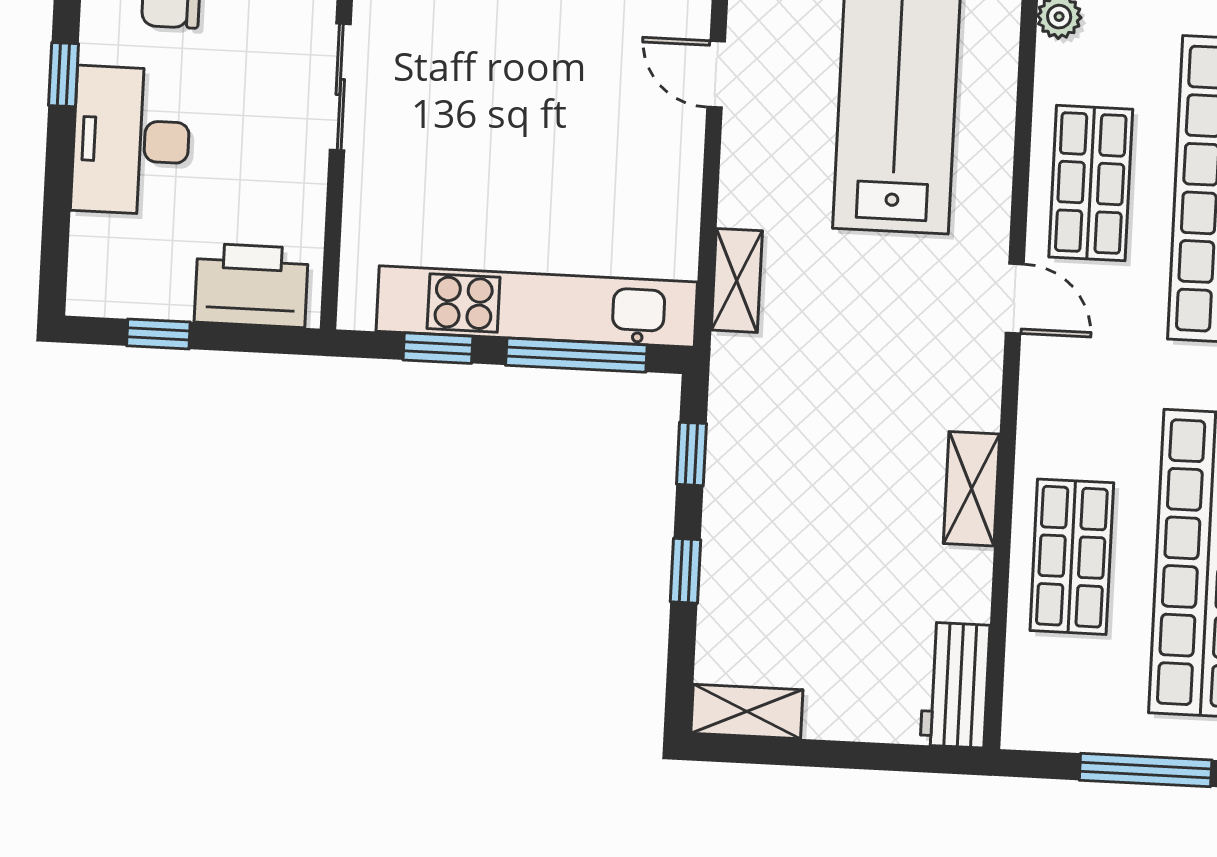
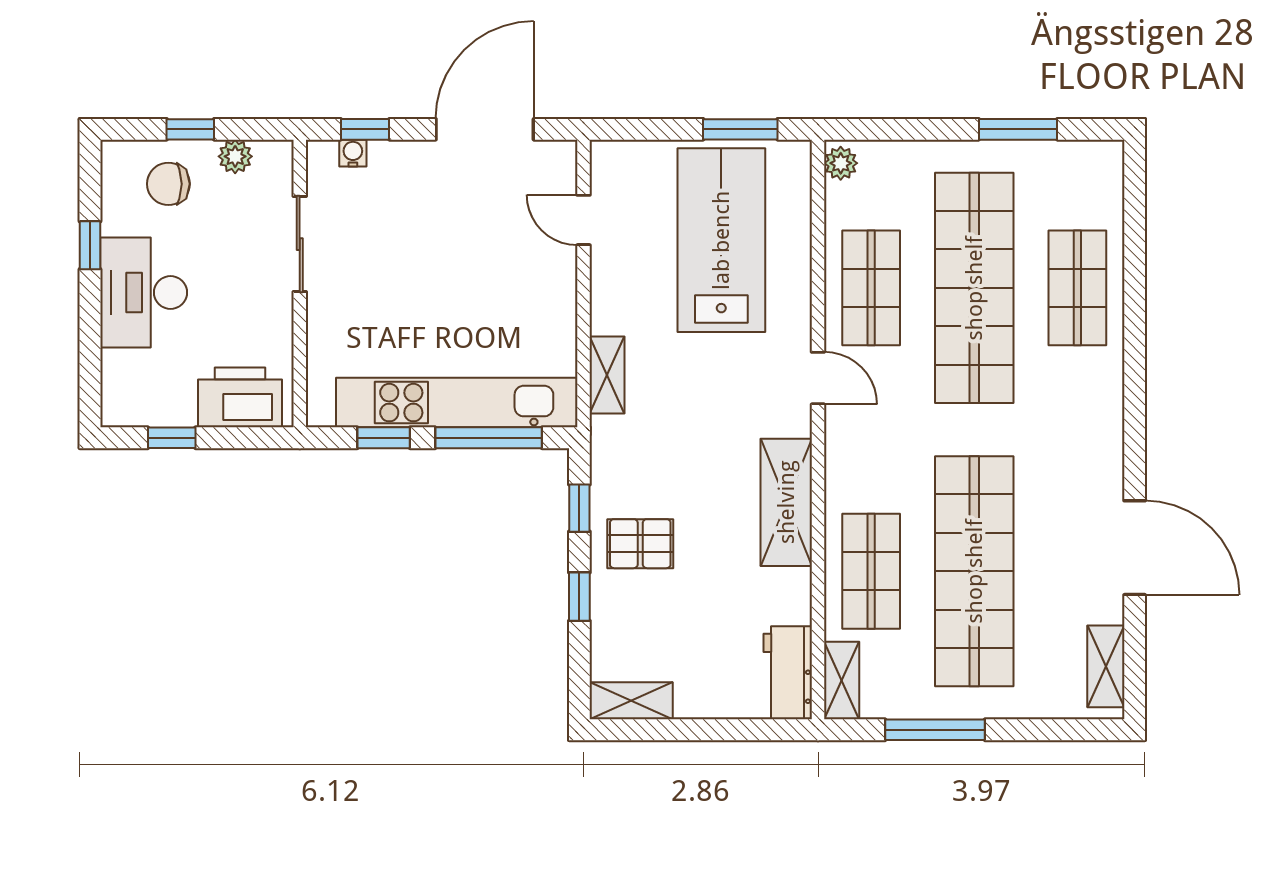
shelving: (972, 489) -> (786, 502), width x1.50, depth x1.33
pallet: (769, 505) -> (640, 544), added
shelving: (1026, 699) -> (842, 680), added

